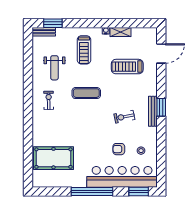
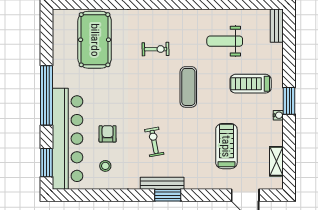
window: (53, 23) -> (289, 101), moved
shelving: (120, 32) -> (276, 161), moved
exercise bike: (49, 100) -> (156, 49), moved

